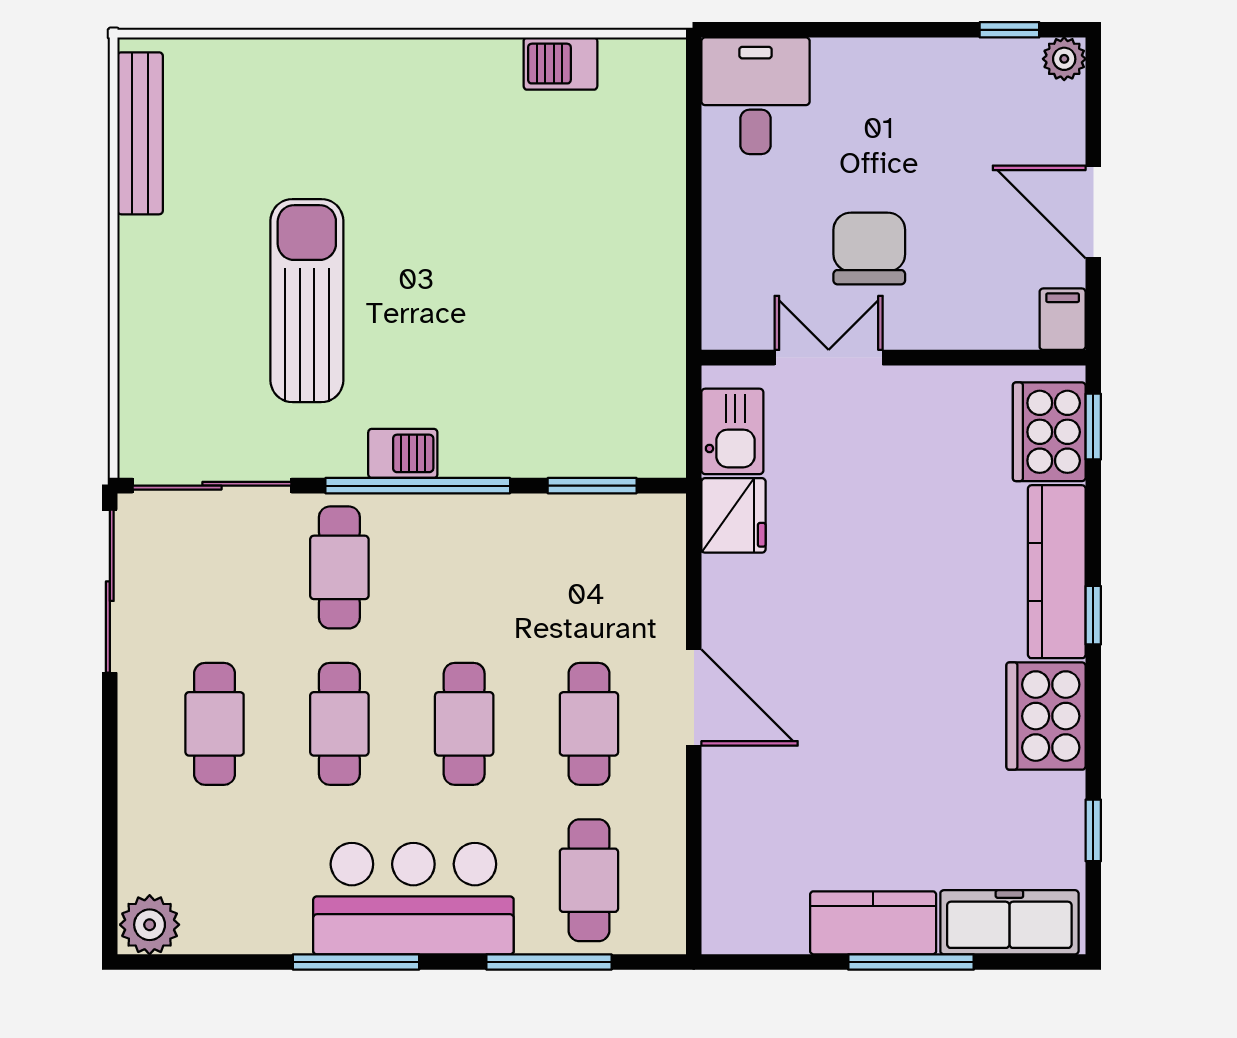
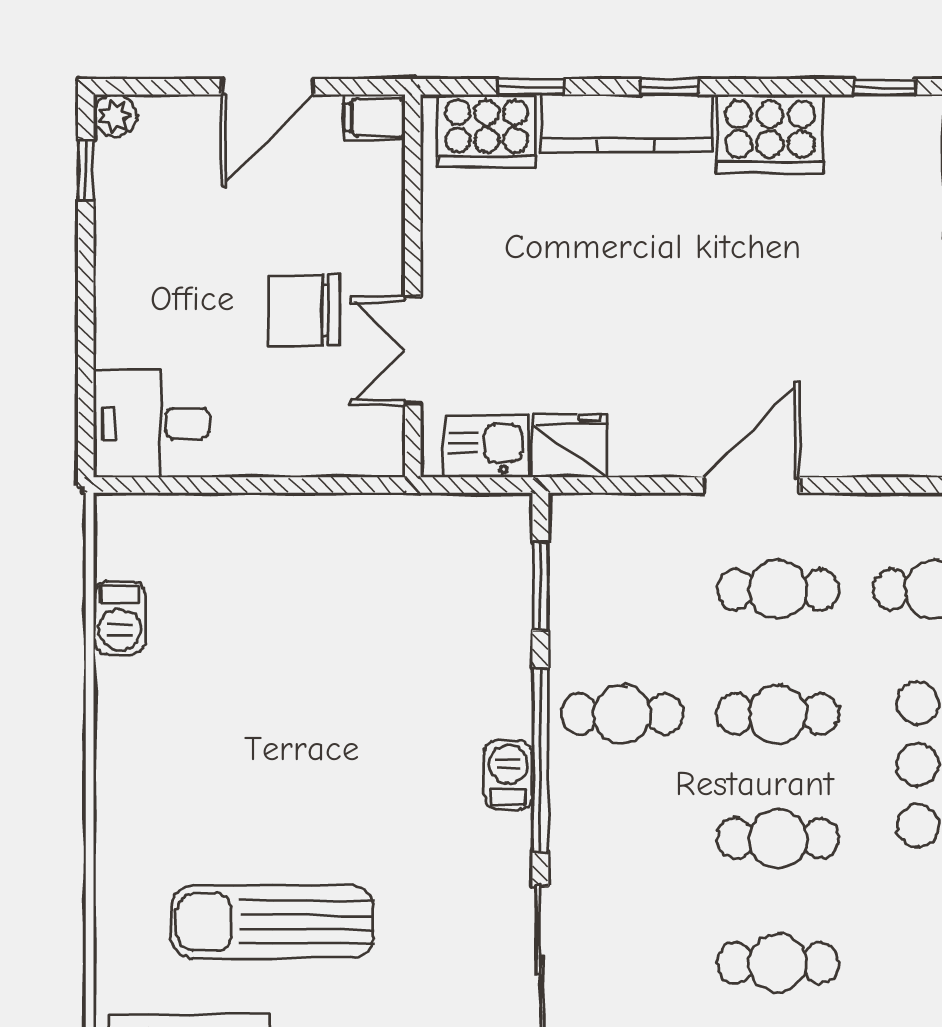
sun lounger: (307, 301) -> (272, 922), moved
window: (1093, 427) -> (531, 87), moved
cafe table: (339, 567) -> (622, 714), moved

